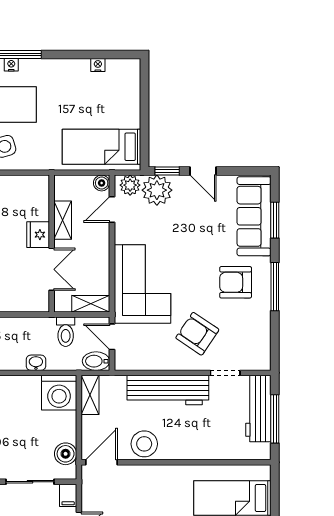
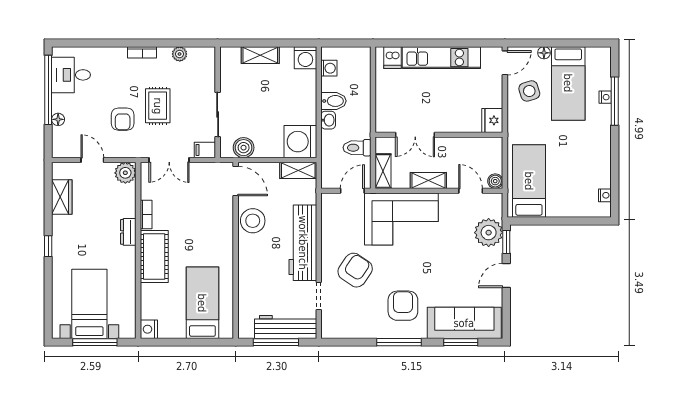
nightstand: (98, 65) -> (605, 195), moved
plant: (130, 185) -> (493, 208), removed
shelving: (63, 220) -> (428, 180), moved
fridge: (38, 235) -> (492, 120), moved, turned -90
bidet: (96, 361) -> (334, 101), moved, turned 90

